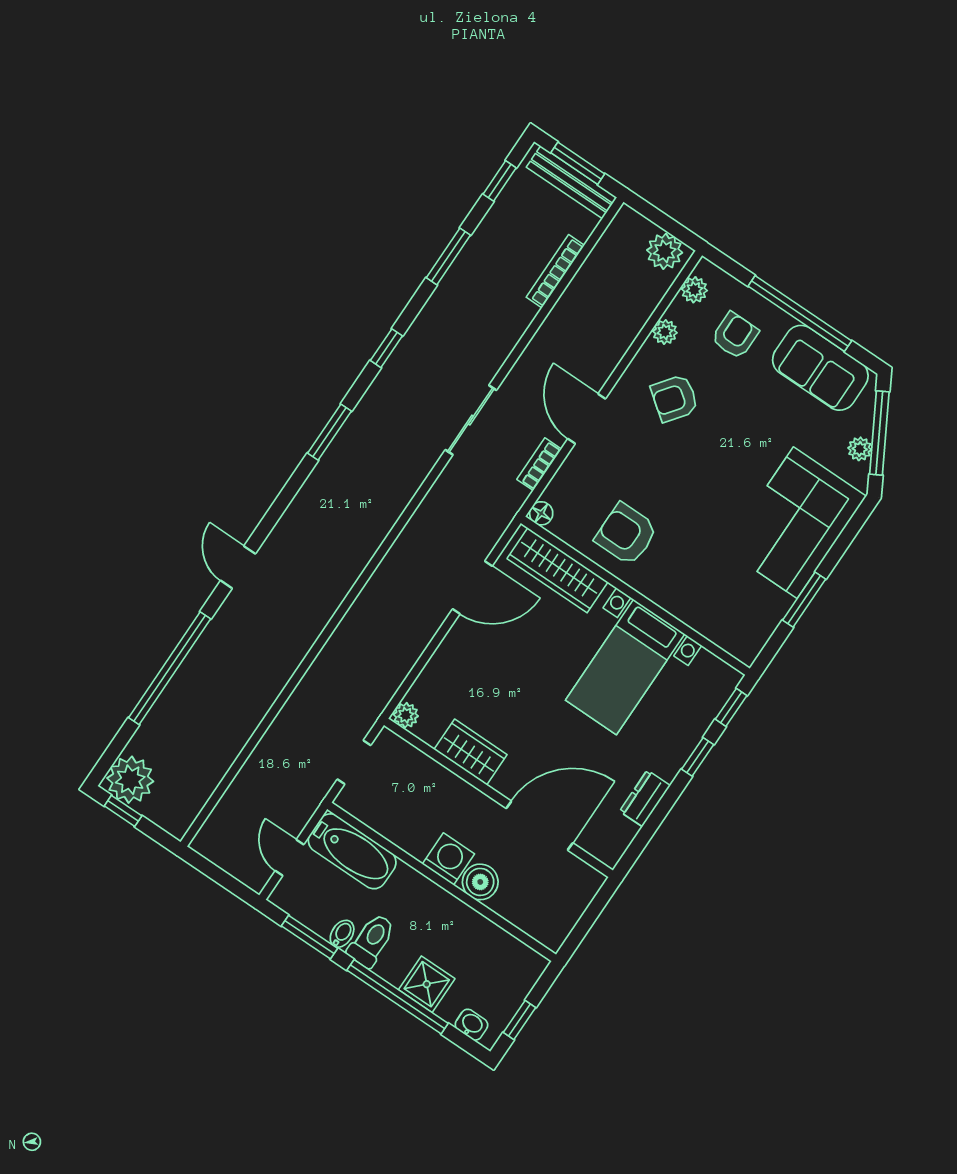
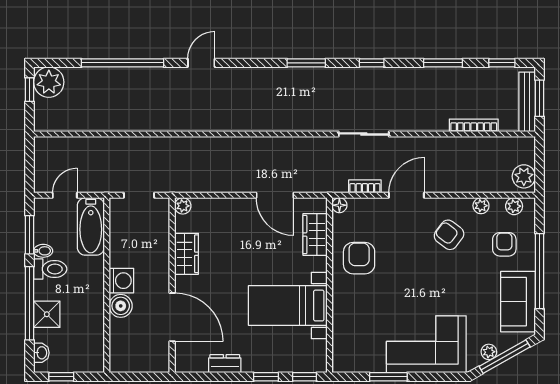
armchair: (735, 335) -> (504, 244), turned -90
wardrobe: (558, 570) -> (315, 234), width x0.67

